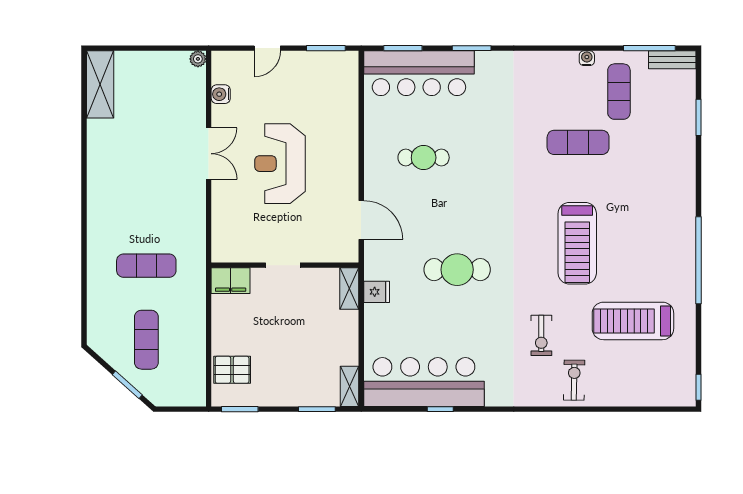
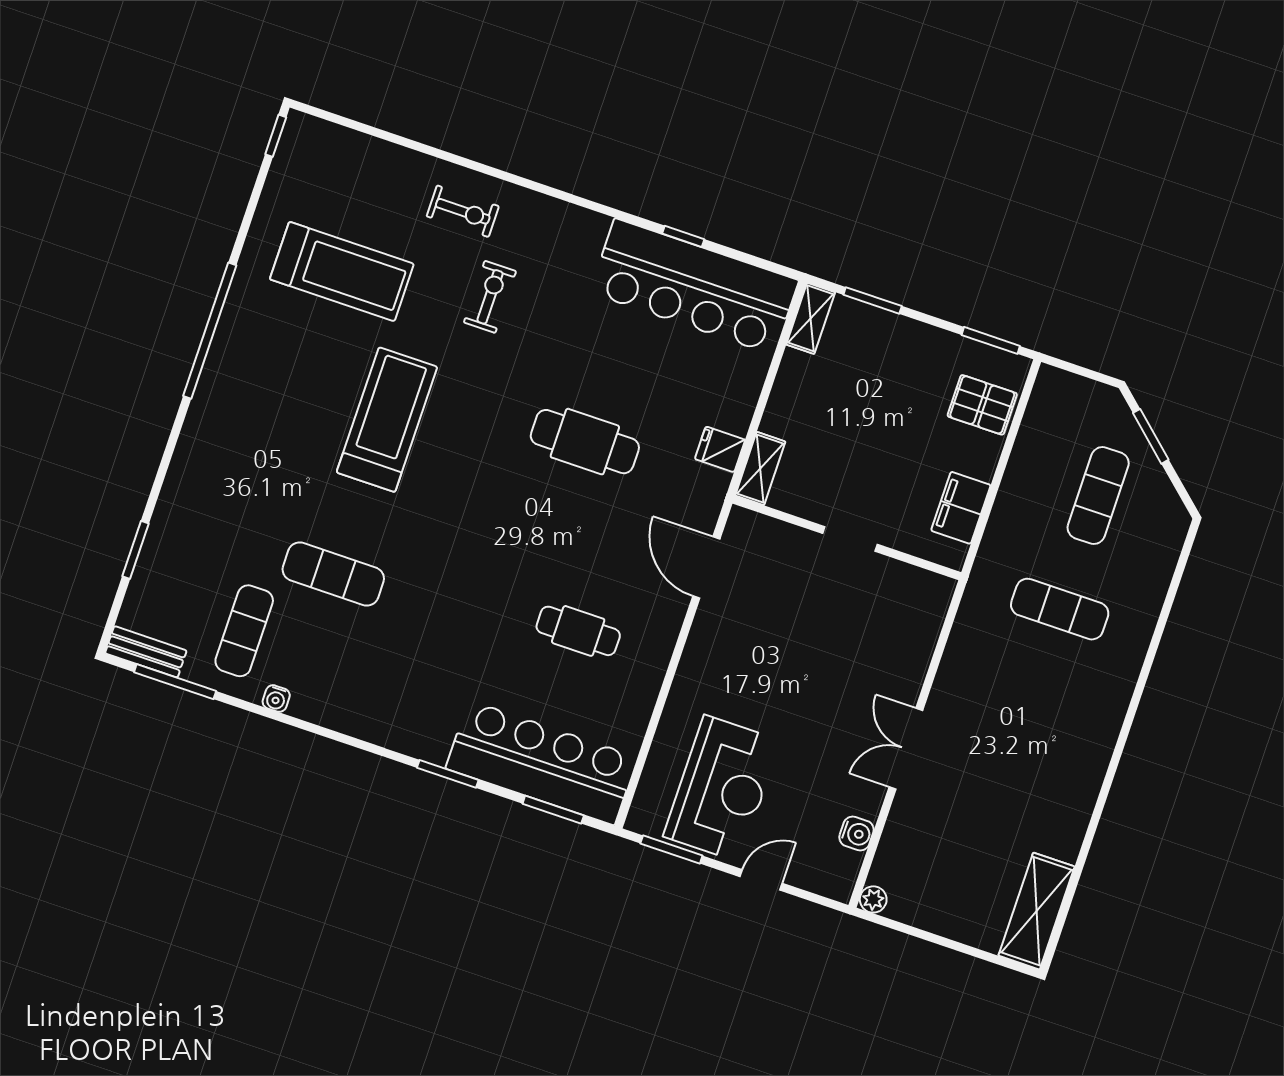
reception desk: (280, 164) -> (722, 788), moved
filing cabinet: (231, 281) -> (961, 508), moved, turned -90
exercise bike: (574, 380) -> (463, 211), turned -91

